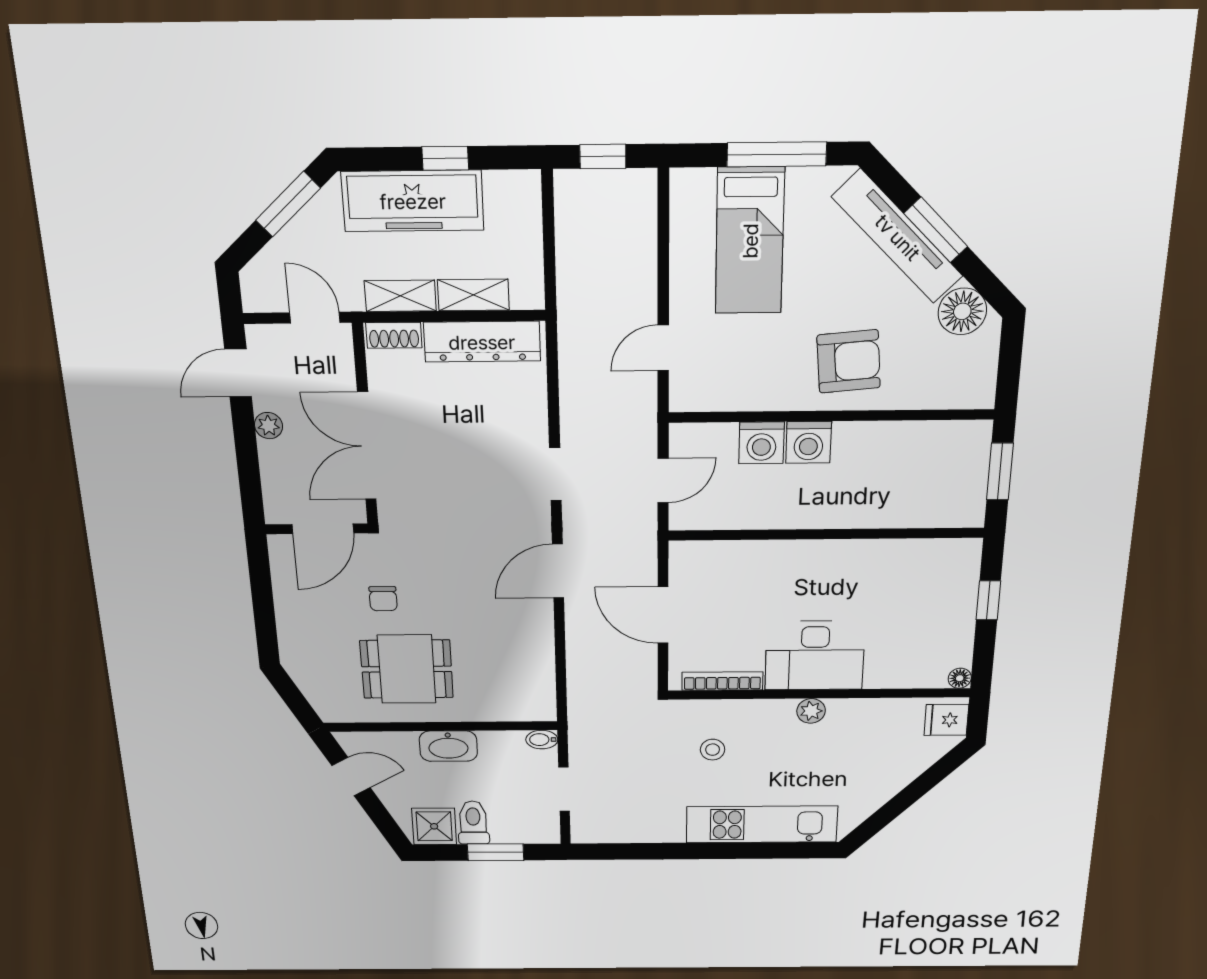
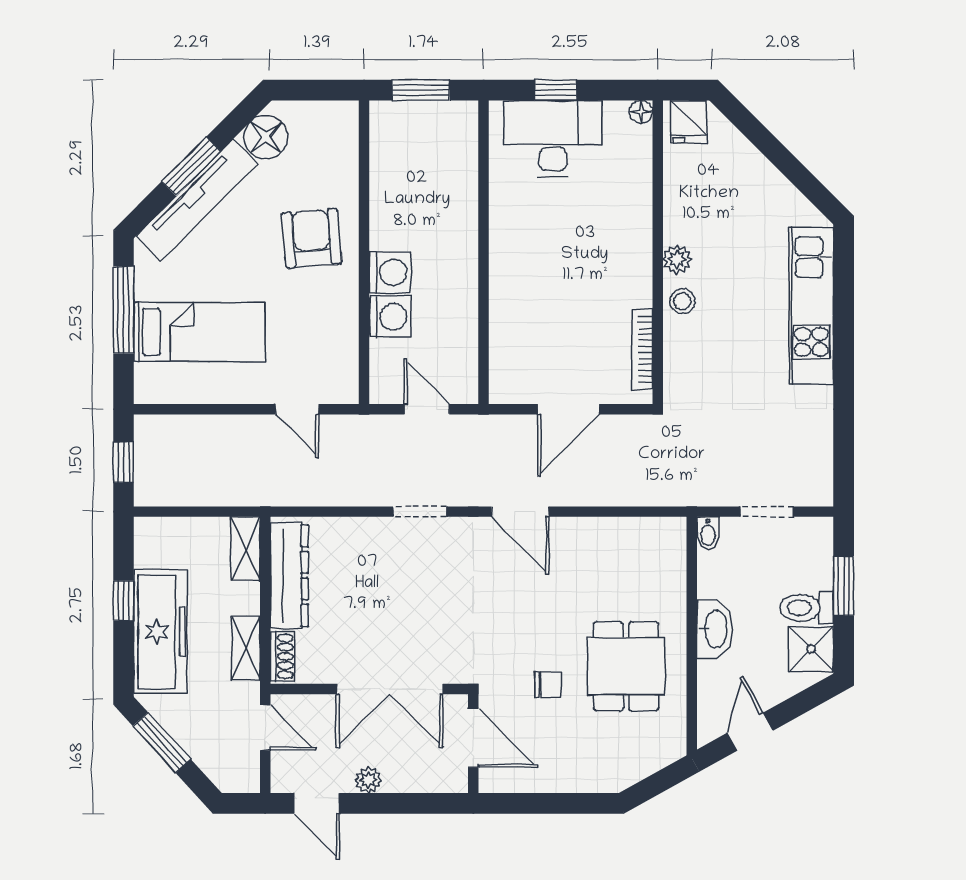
shelving: (473, 295) -> (246, 549), moved
door: (315, 318) -> (265, 728), swing flipped
desk: (815, 656) -> (553, 138), moved, turned -90
stool: (713, 750) -> (682, 301), moved

